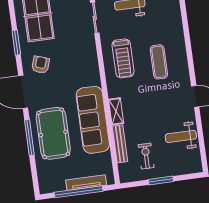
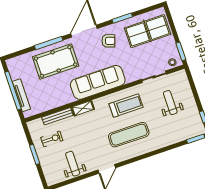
treadmill: (123, 58) -> (126, 106), turned 180
exercise mat: (159, 62) -> (129, 135), width x1.36, depth x1.45
sofa: (93, 120) -> (98, 82), moved

